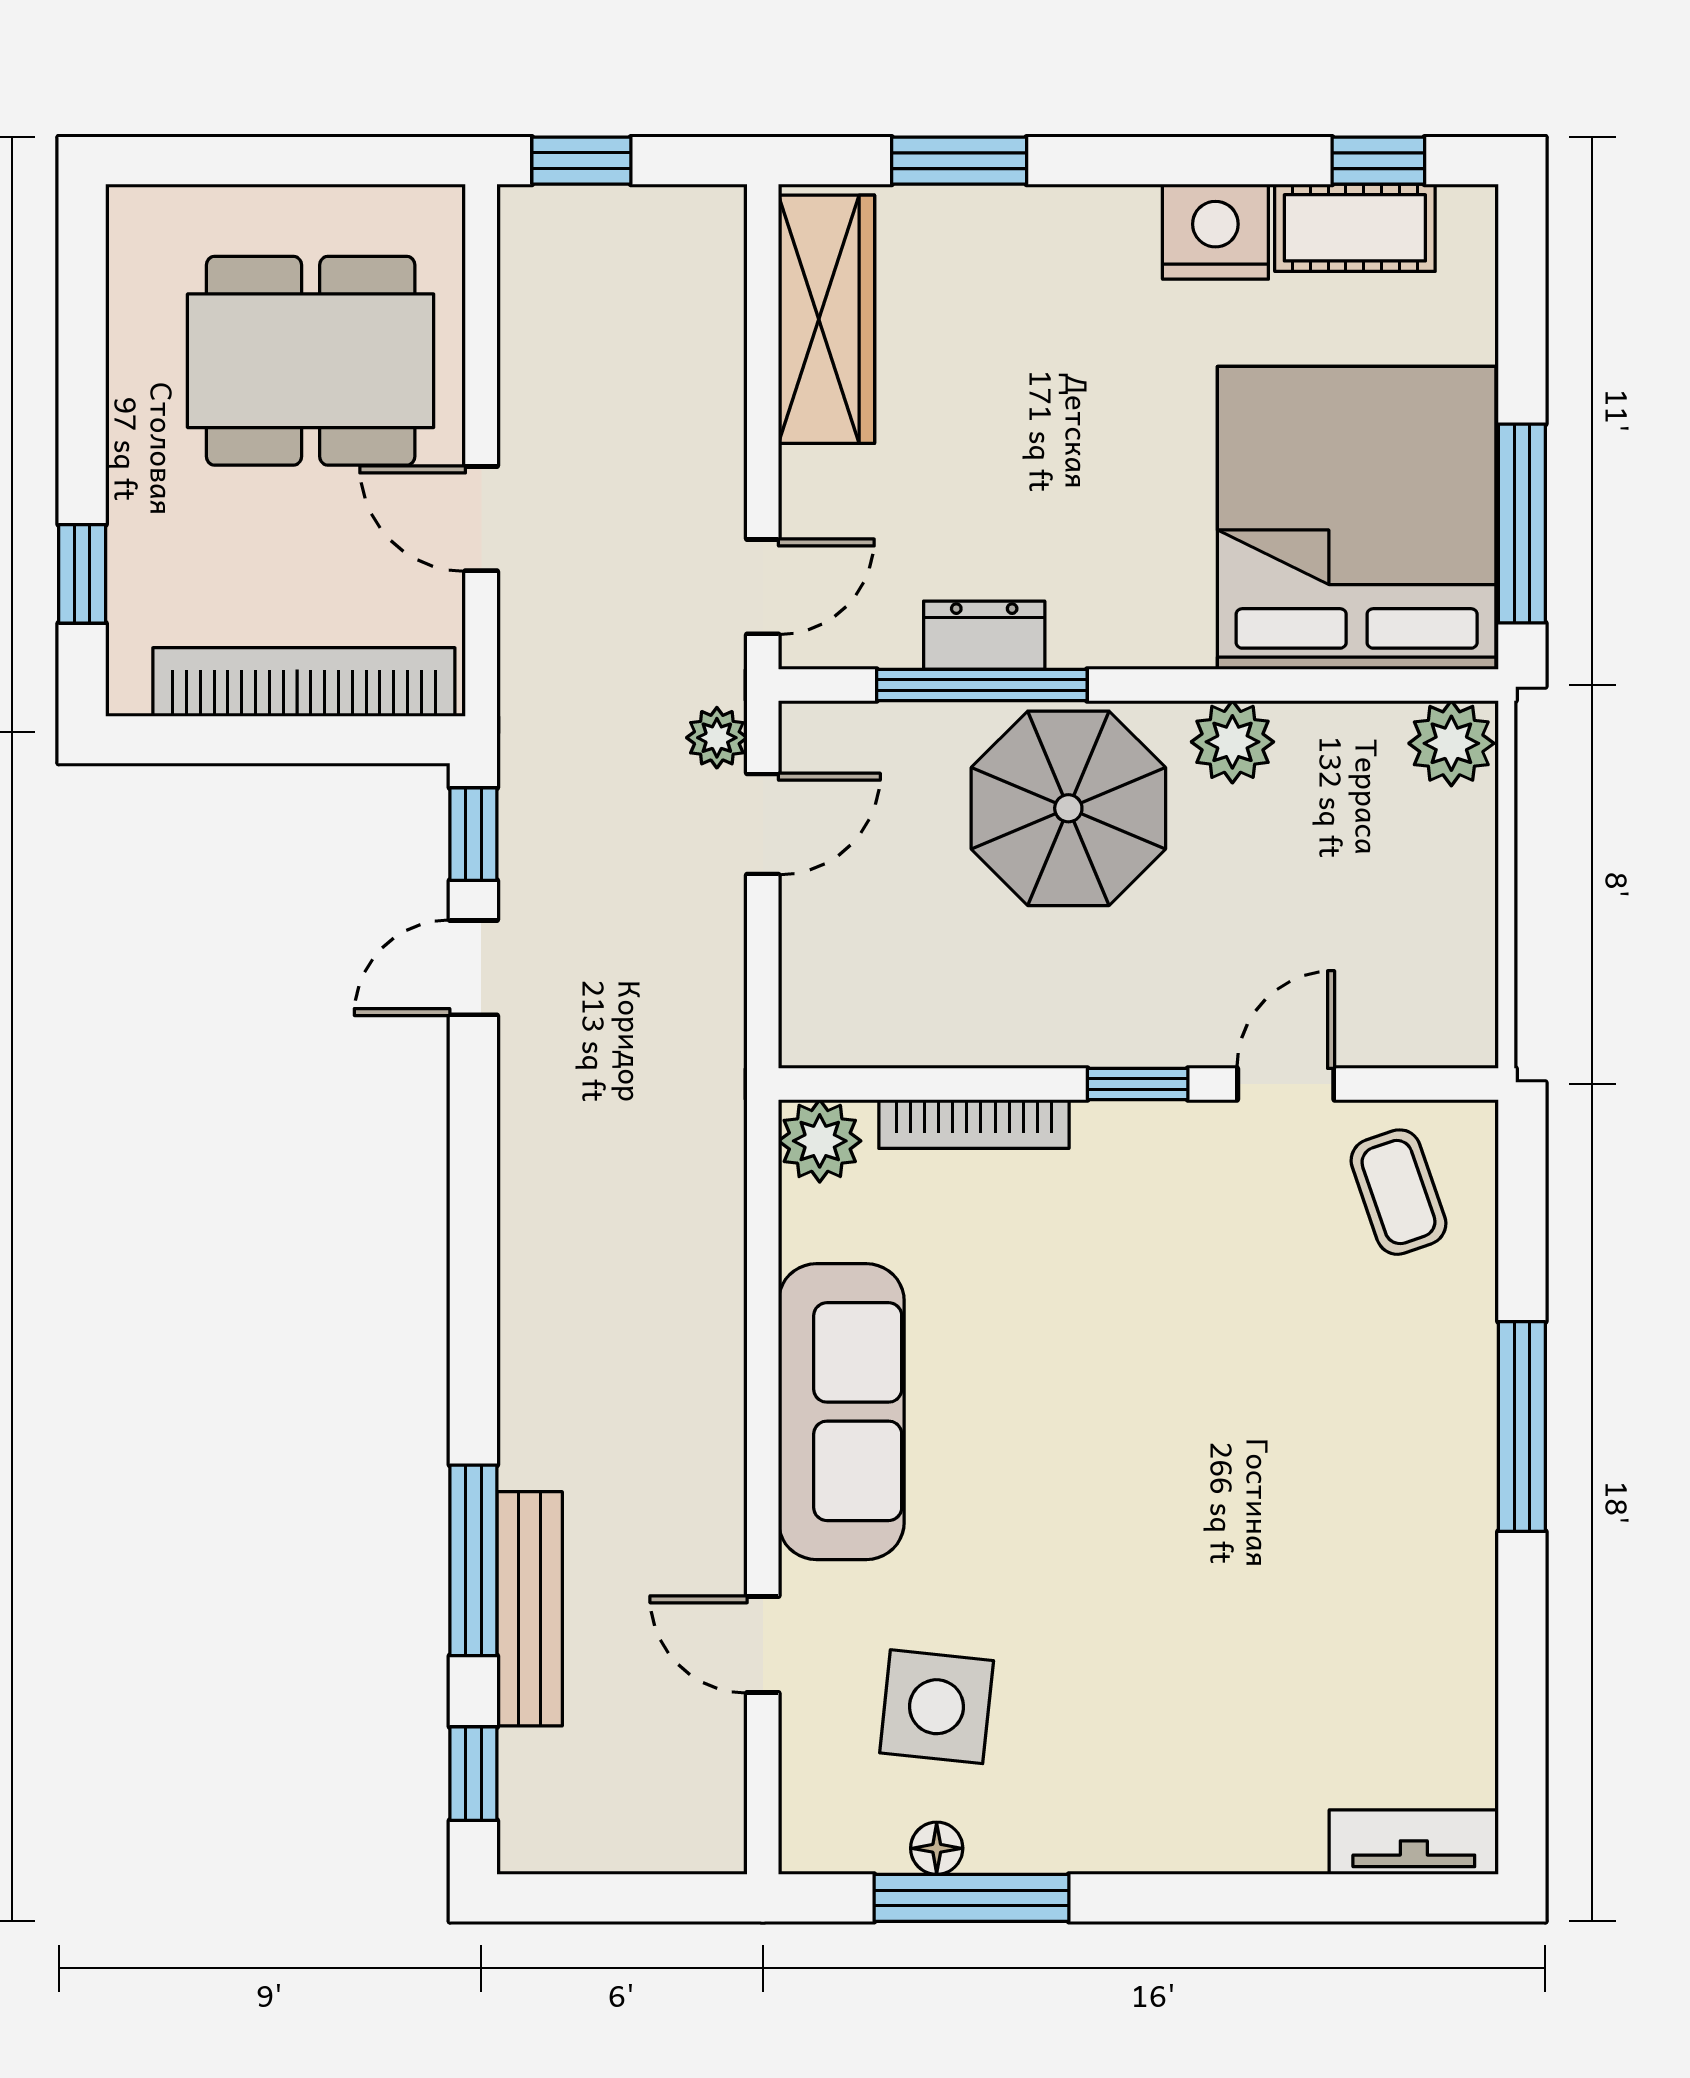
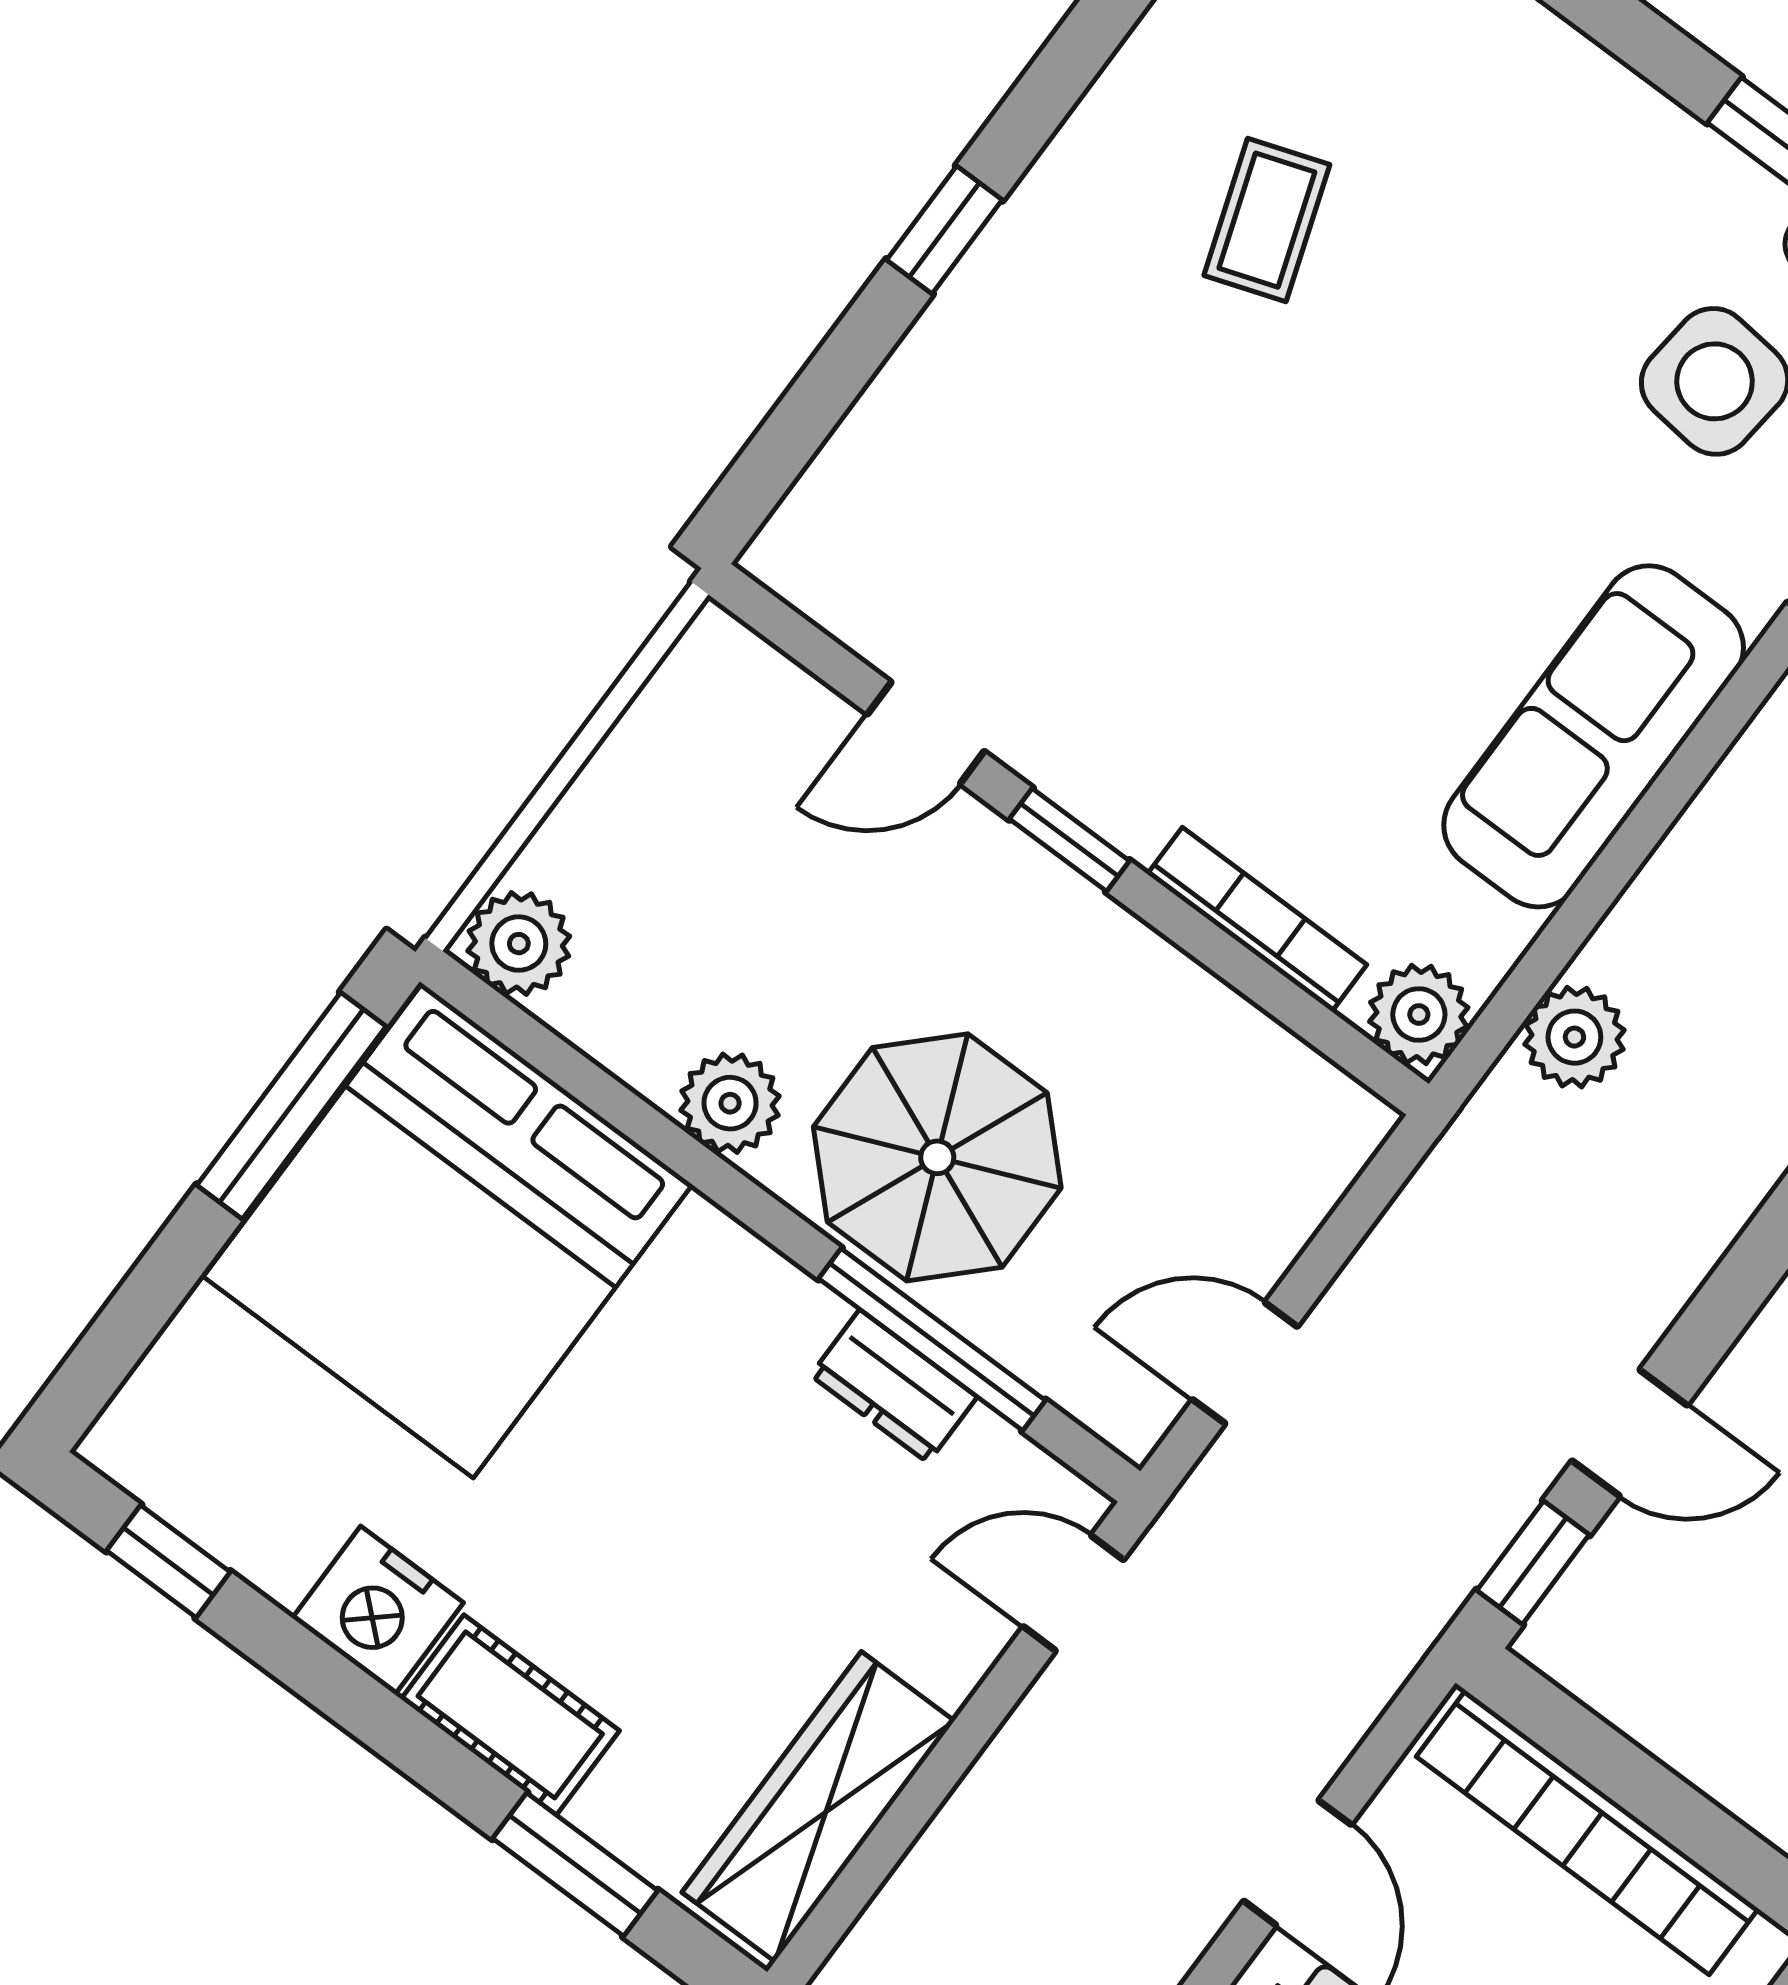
cot: (1355, 228) -> (510, 1715), moved
plant: (717, 738) -> (1574, 1037), moved, width x1.38, depth x1.38
coffee table: (1398, 1192) -> (1267, 220), moved
window: (1522, 1427) -> (944, 230), width x0.46

